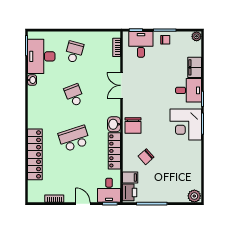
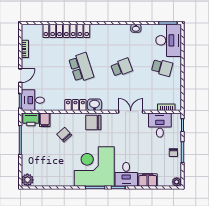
desk: (141, 44) -> (160, 125), moved, turned -90
desk: (41, 56) -> (169, 40), moved, turned 90
corner desk: (186, 124) -> (94, 166), width x1.36, depth x1.36
locker: (114, 151) -> (75, 105), width x0.66

